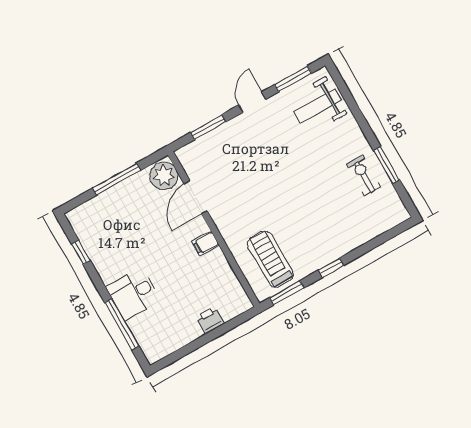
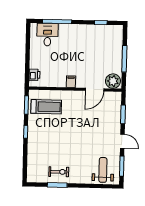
door: (196, 197) -> (95, 90), swing flipped
desk: (134, 294) -> (47, 35), moved
printer: (210, 320) -> (34, 75), moved

